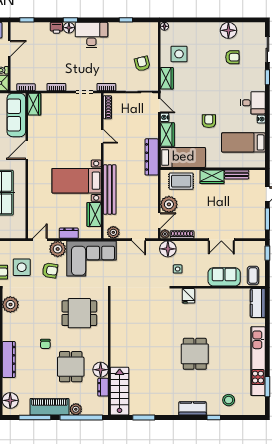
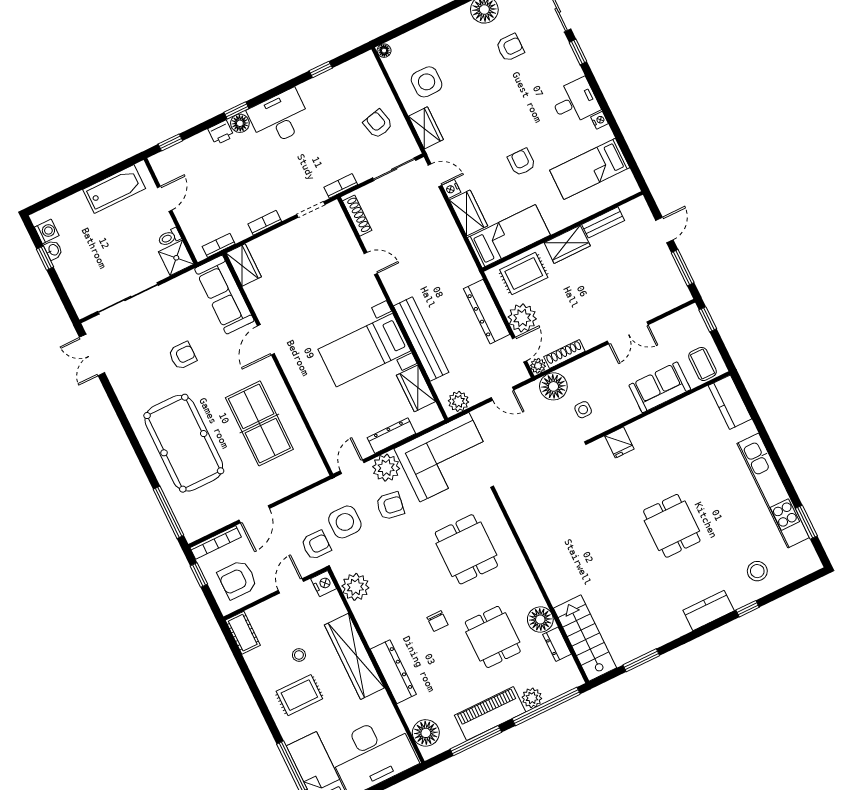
dresser: (152, 157) -> (487, 312), moved
dresser: (69, 233) -> (391, 436), width x1.44
dining table: (79, 313) -> (466, 549), turned 90

